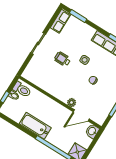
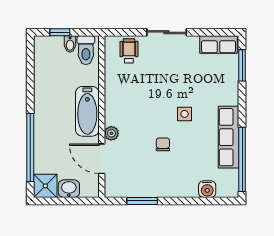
wheelchair: (62, 59) -> (129, 51), moved
bathtub: (35, 126) -> (87, 111), moved, turned 180
washbasin: (92, 131) -> (69, 189), moved

